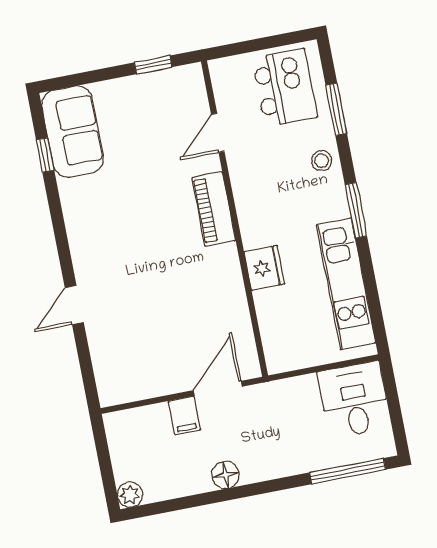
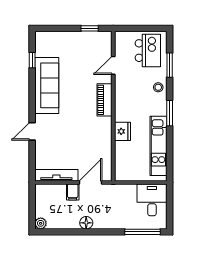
sofa: (73, 132) -> (47, 85), moved, width x1.36
tv unit: (143, 387) -> (56, 175), added

